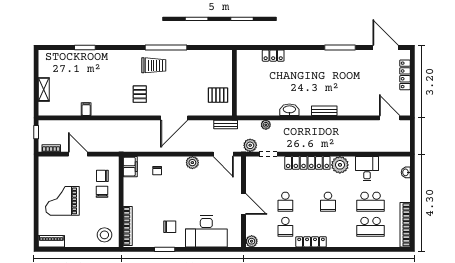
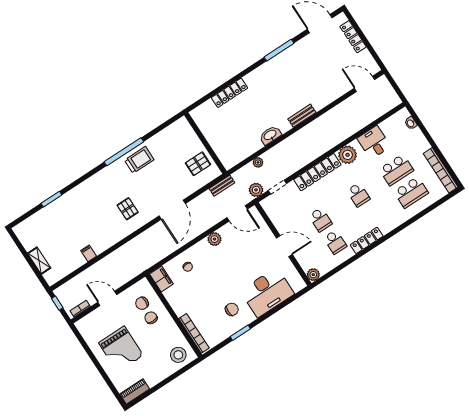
locker: (273, 56) -> (229, 93), width x1.53
trolley: (154, 65) -> (139, 160), moved
grand piano: (62, 201) -> (121, 349), turned -90

